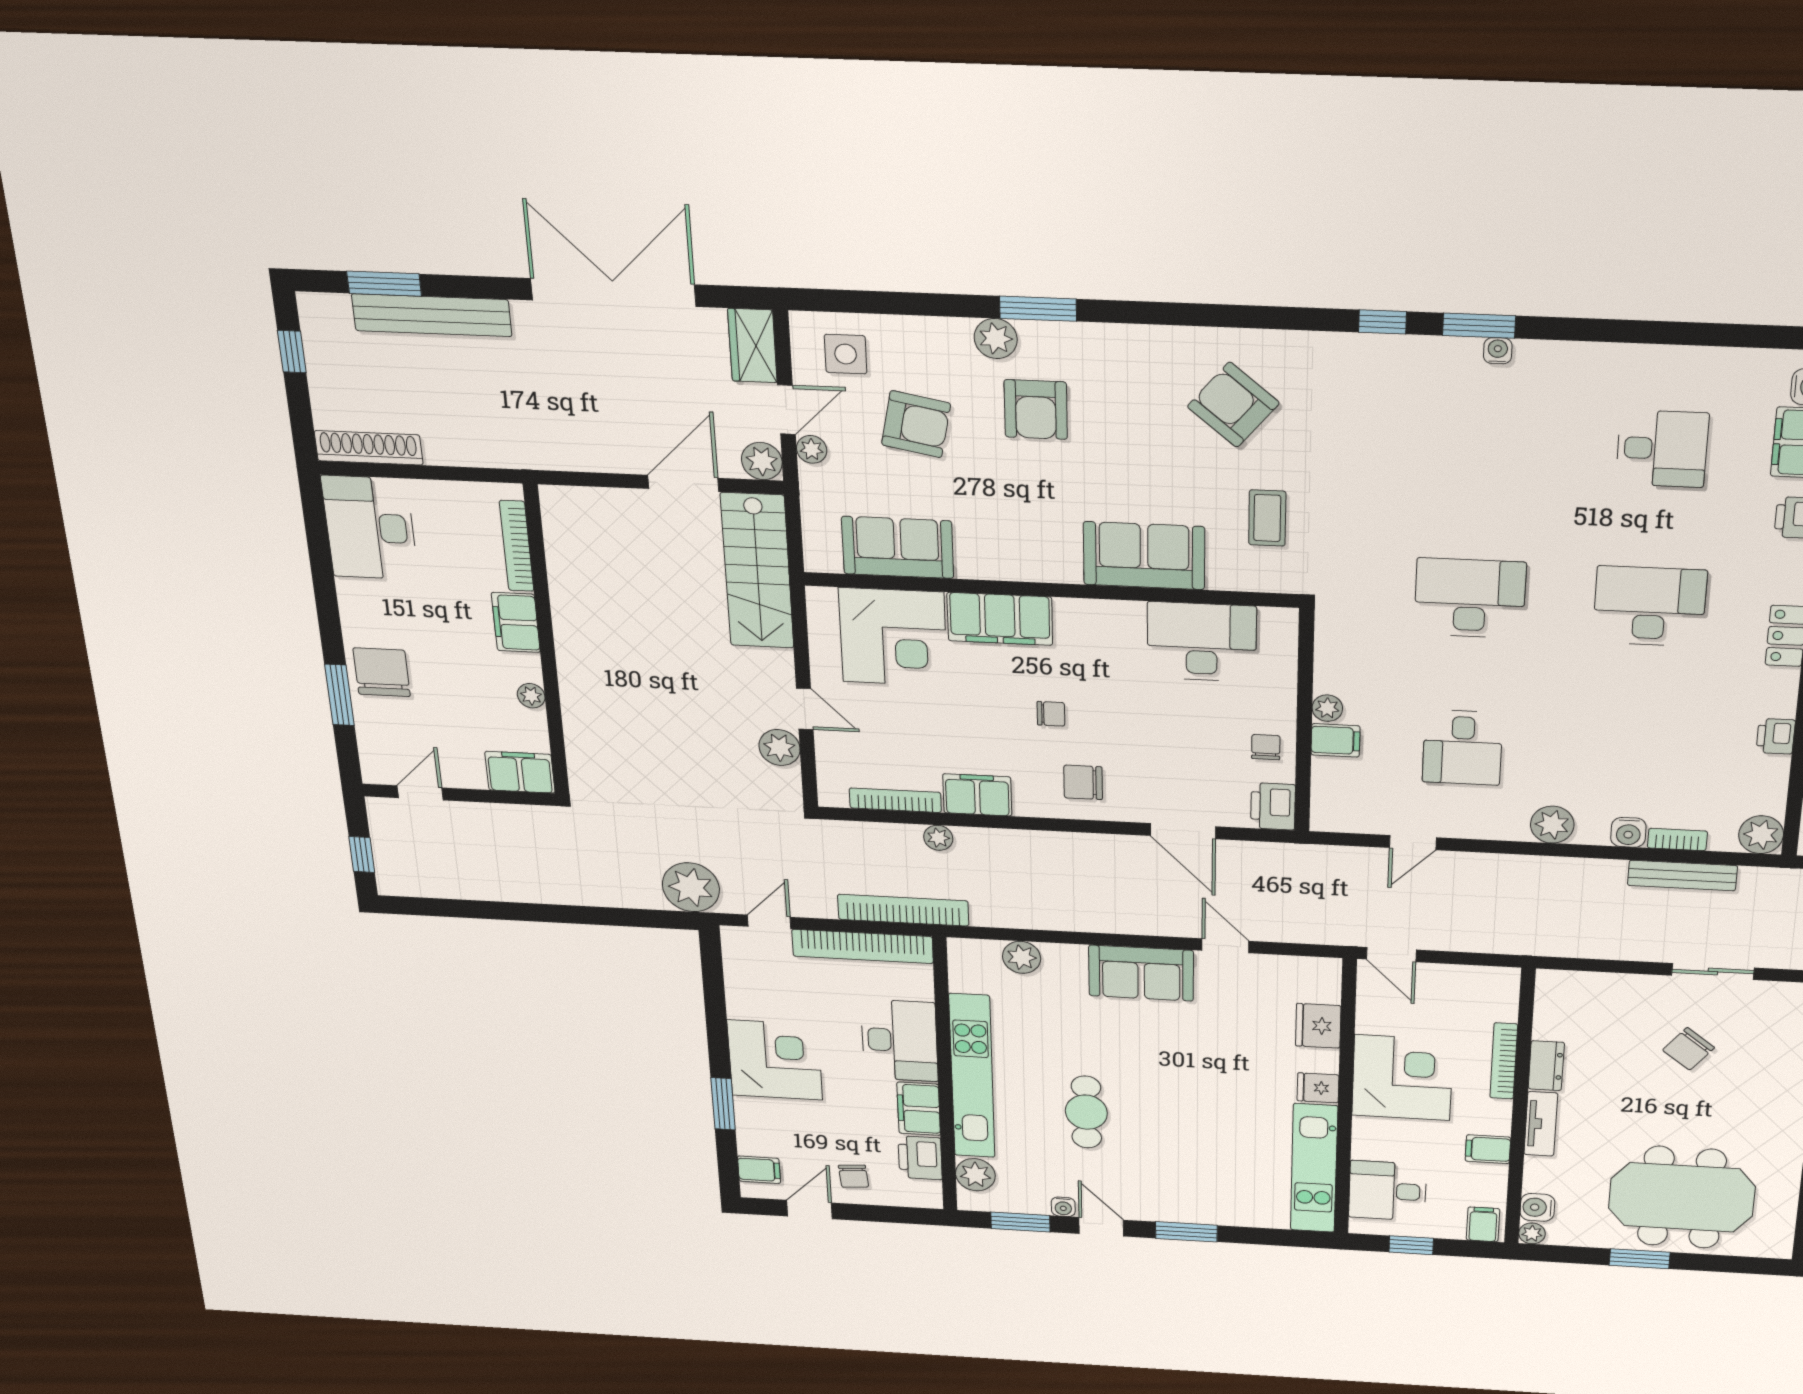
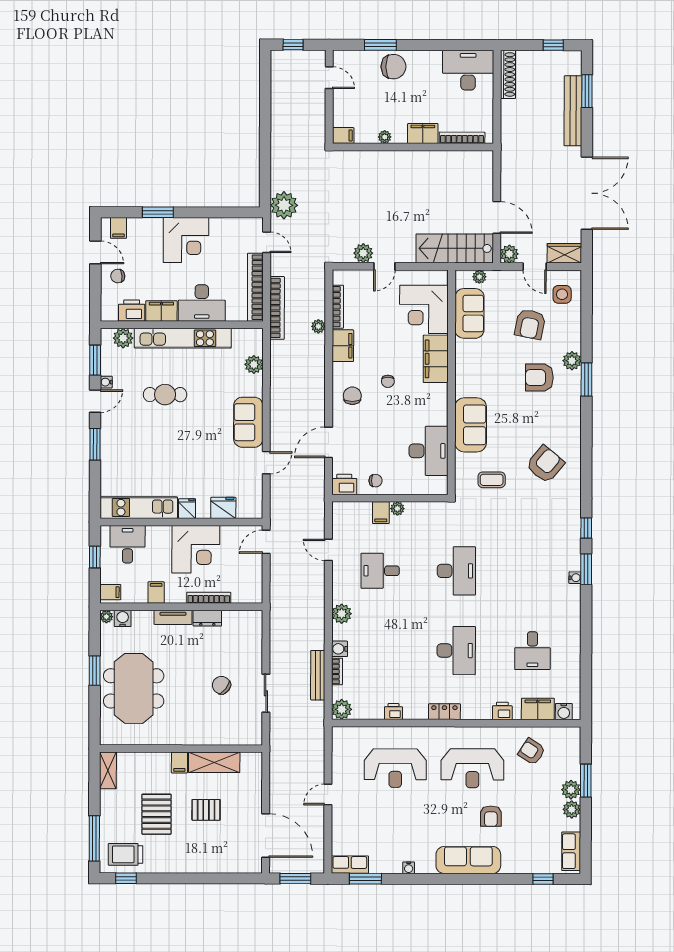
plant: (812, 449) -> (479, 277), moved
filing cabinet: (520, 772) -> (343, 135), width x0.50

